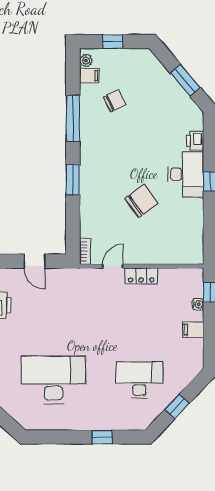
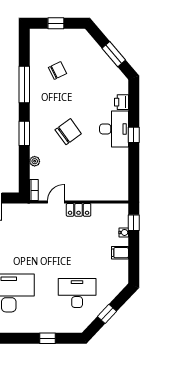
plant: (86, 61) -> (35, 161), moved
filing cabinet: (89, 76) -> (37, 50), removed
chair: (141, 201) -> (68, 132), moved

